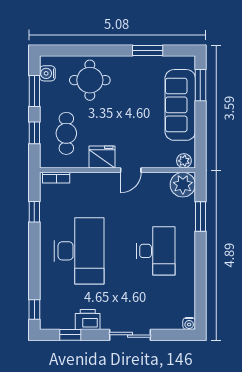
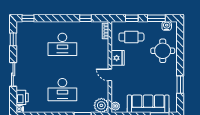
desk: (79, 251) -> (62, 44), width x0.73, depth x0.77
printer: (88, 319) -> (22, 97), moved

